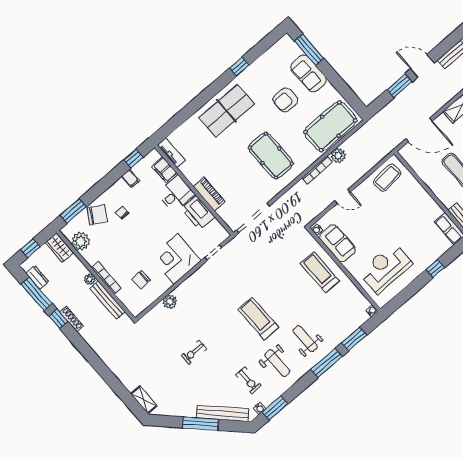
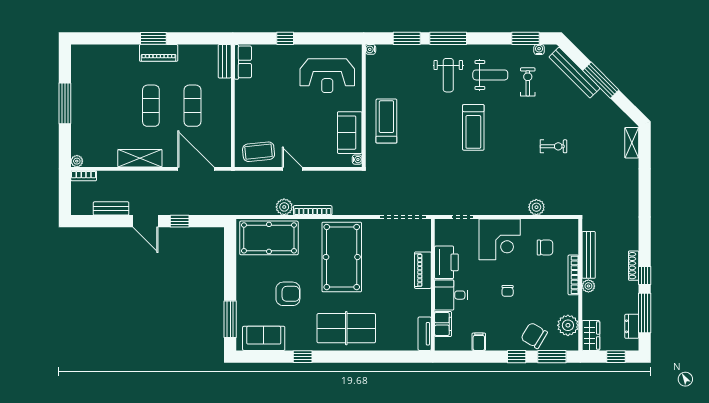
sofa: (308, 73) -> (264, 338), moved, turned -90
window: (400, 86) -> (180, 221), width x0.67
pool table: (271, 156) -> (342, 257), width x1.36, depth x1.32
window: (133, 159) -> (517, 357), moved
door: (343, 196) -> (292, 169), moved
chair: (122, 213) -> (508, 291), moved
treadmill: (320, 272) -> (386, 121), turned 180
weight bench: (277, 363) -> (490, 75), turned 90

